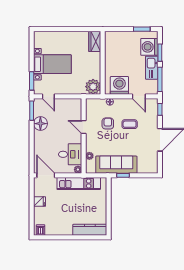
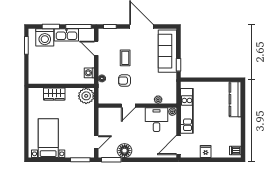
wardrobe: (95, 41) -> (54, 94), moved
bed with nightstands: (52, 64) -> (48, 138), moved
washing machine: (119, 85) -> (89, 73), width x0.53, depth x0.53
door: (139, 96) -> (96, 48), swing flipped
sofa: (116, 165) -> (167, 51), moved

